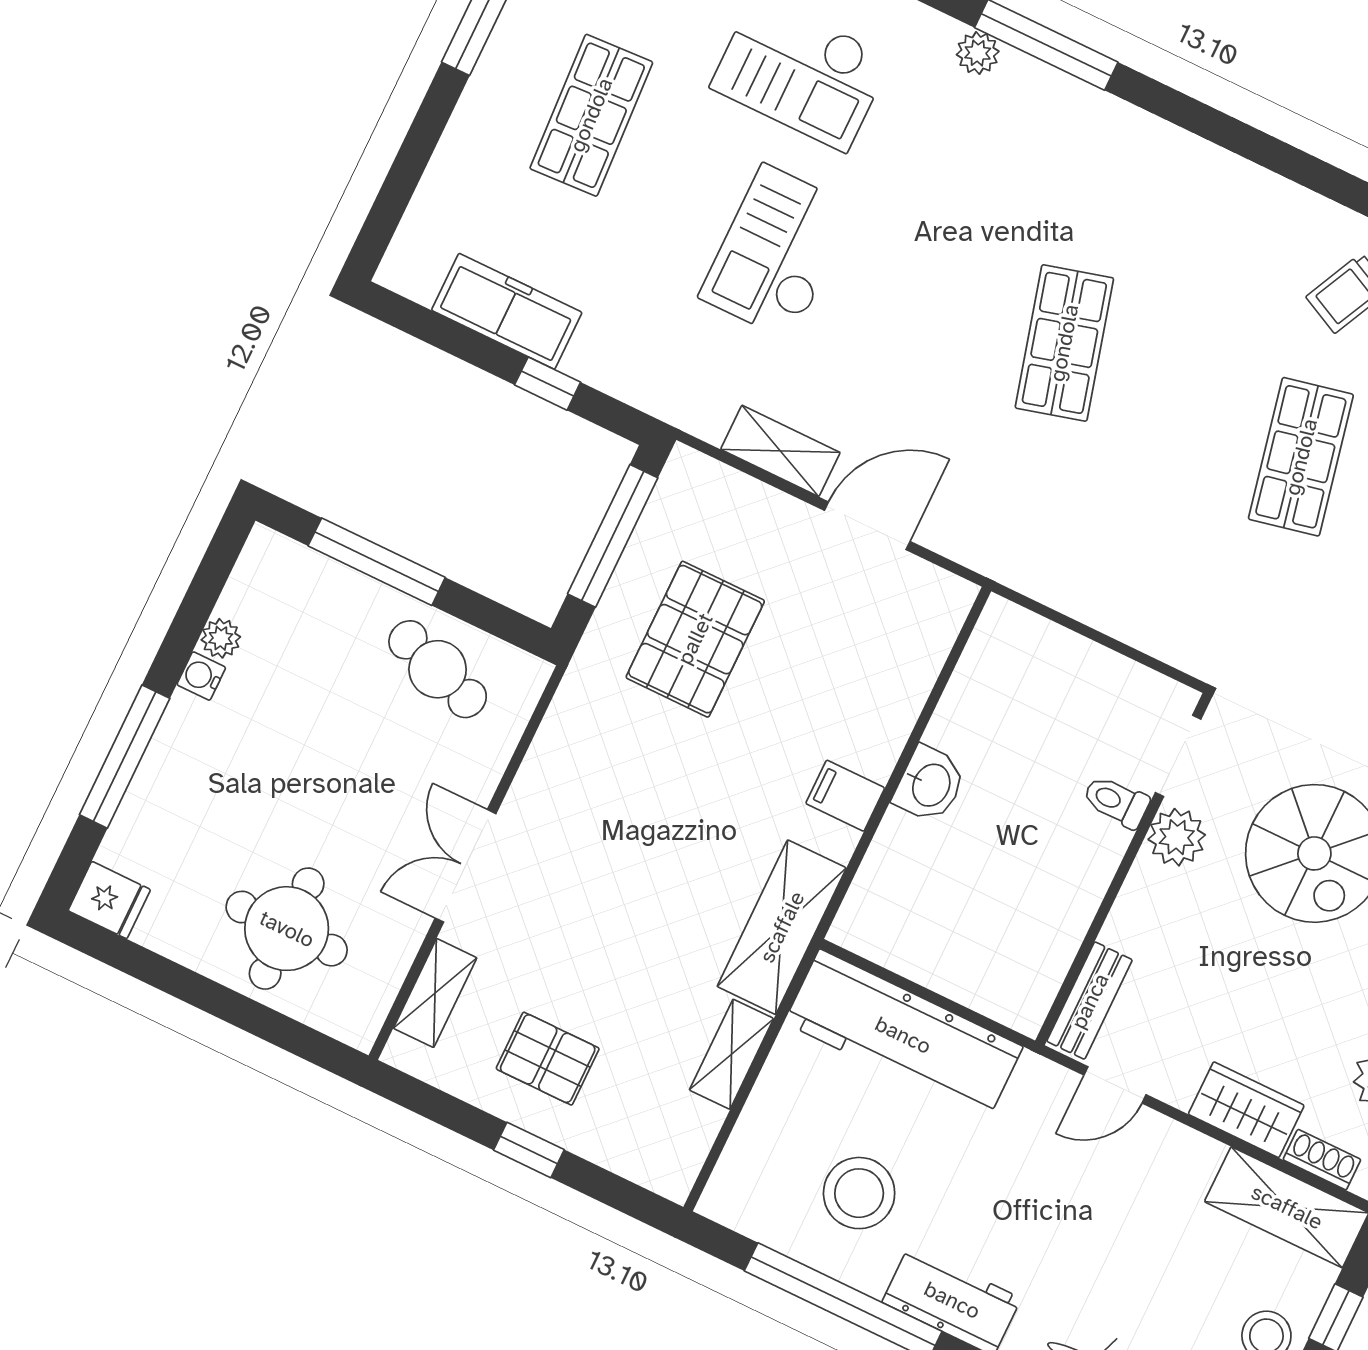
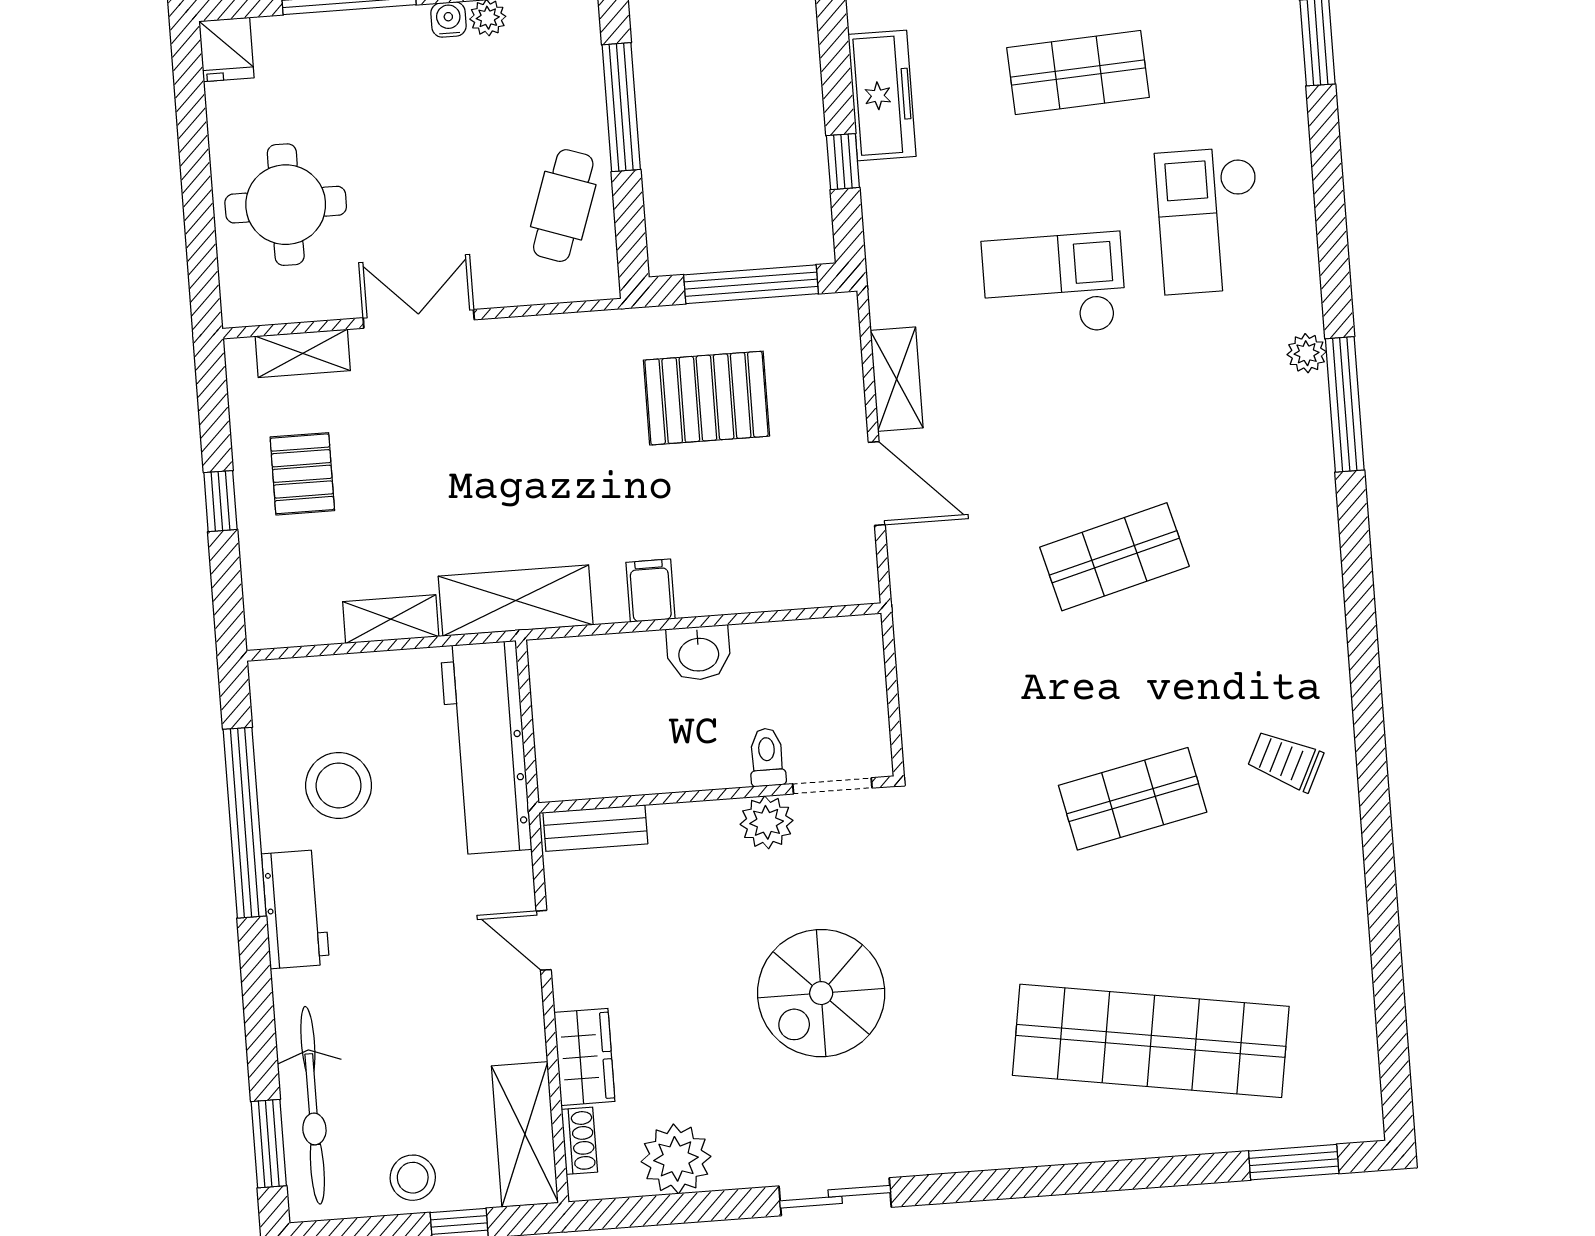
doorway: (1178, 756) -> (832, 786), moved
toilet: (1116, 801) -> (767, 757), moved
plant: (1177, 837) -> (767, 822), moved
wall: (1124, 869) -> (716, 795), moved
bench: (1090, 1001) -> (595, 828), moved

